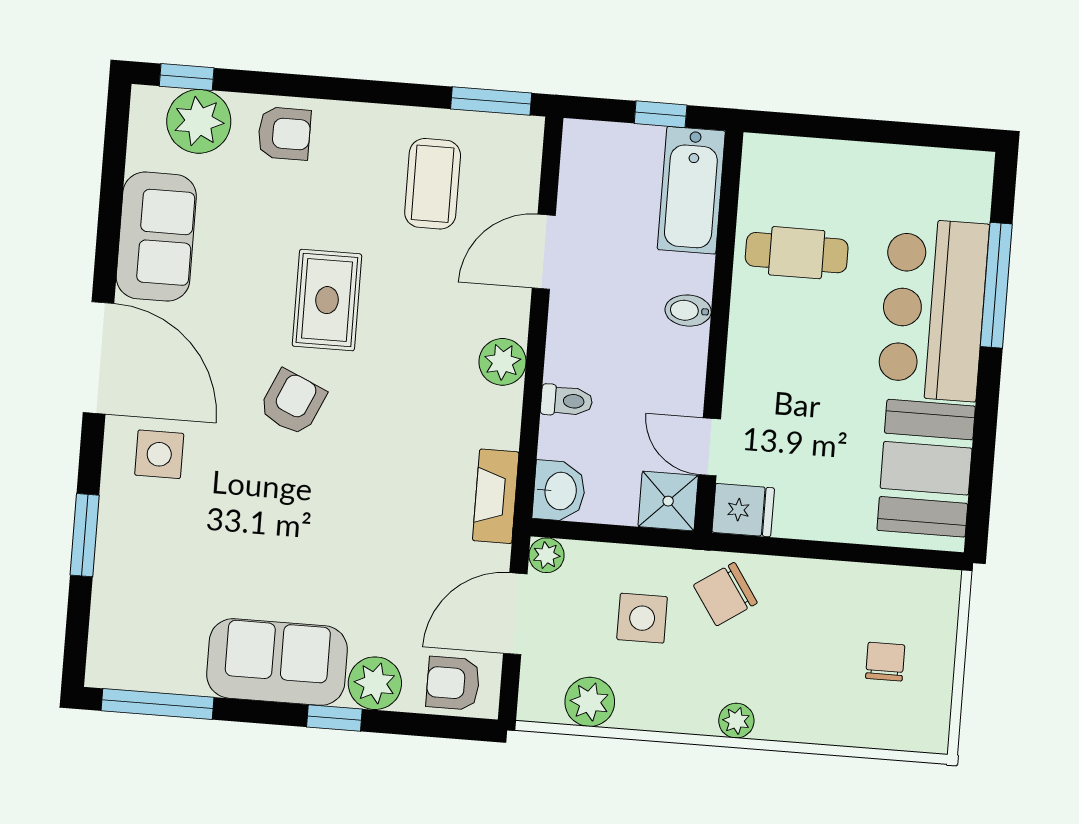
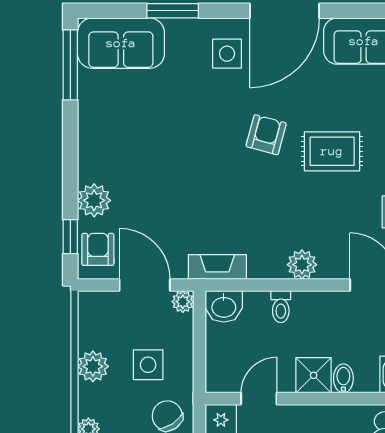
armchair: (292, 402) -> (266, 135), turned -99
shower: (668, 501) -> (314, 375), moved
sofa: (277, 662) -> (121, 43), moved, turned 90
plant: (590, 702) -> (93, 366), moved
window: (334, 718) -> (70, 237), moved

